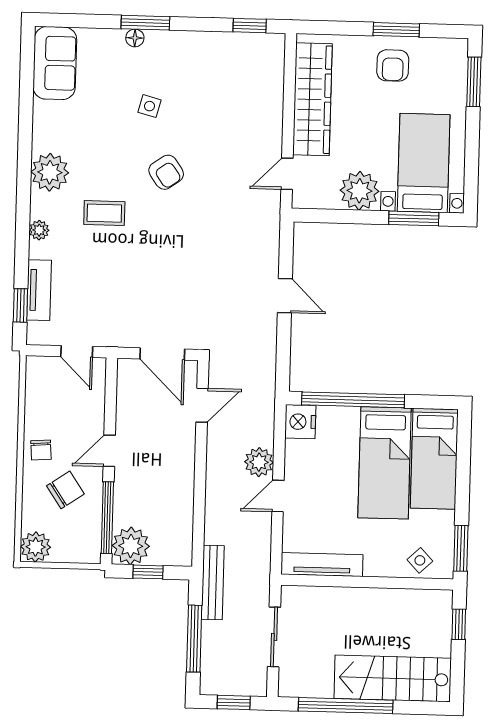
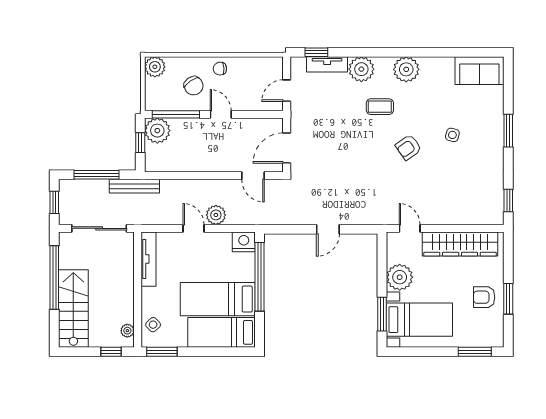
floor lamp: (135, 38) -> (498, 124), removed
coffee table: (104, 213) -> (380, 107), turned 90
plant: (39, 230) -> (361, 69), width x1.88, depth x1.88
plant: (428, 599) -> (127, 331), added
sliding door: (274, 637) -> (99, 228), width x1.37

